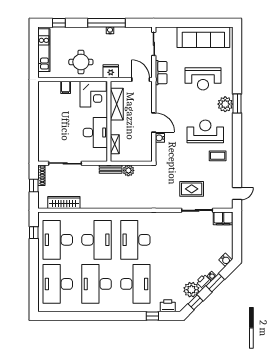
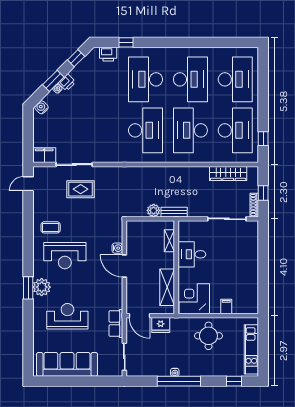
fridge: (111, 71) -> (161, 325), moved
desk: (95, 133) -> (192, 254), width x0.73
plant: (191, 290) -> (81, 73), removed

